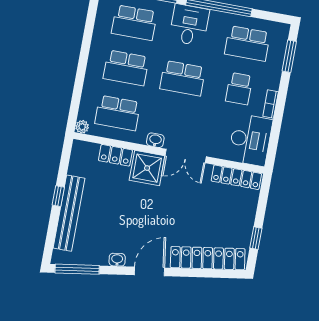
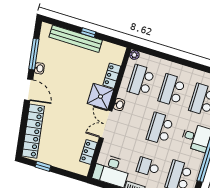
locker: (236, 177) -> (89, 152), width x0.66
window: (77, 269) -> (34, 54), moved

